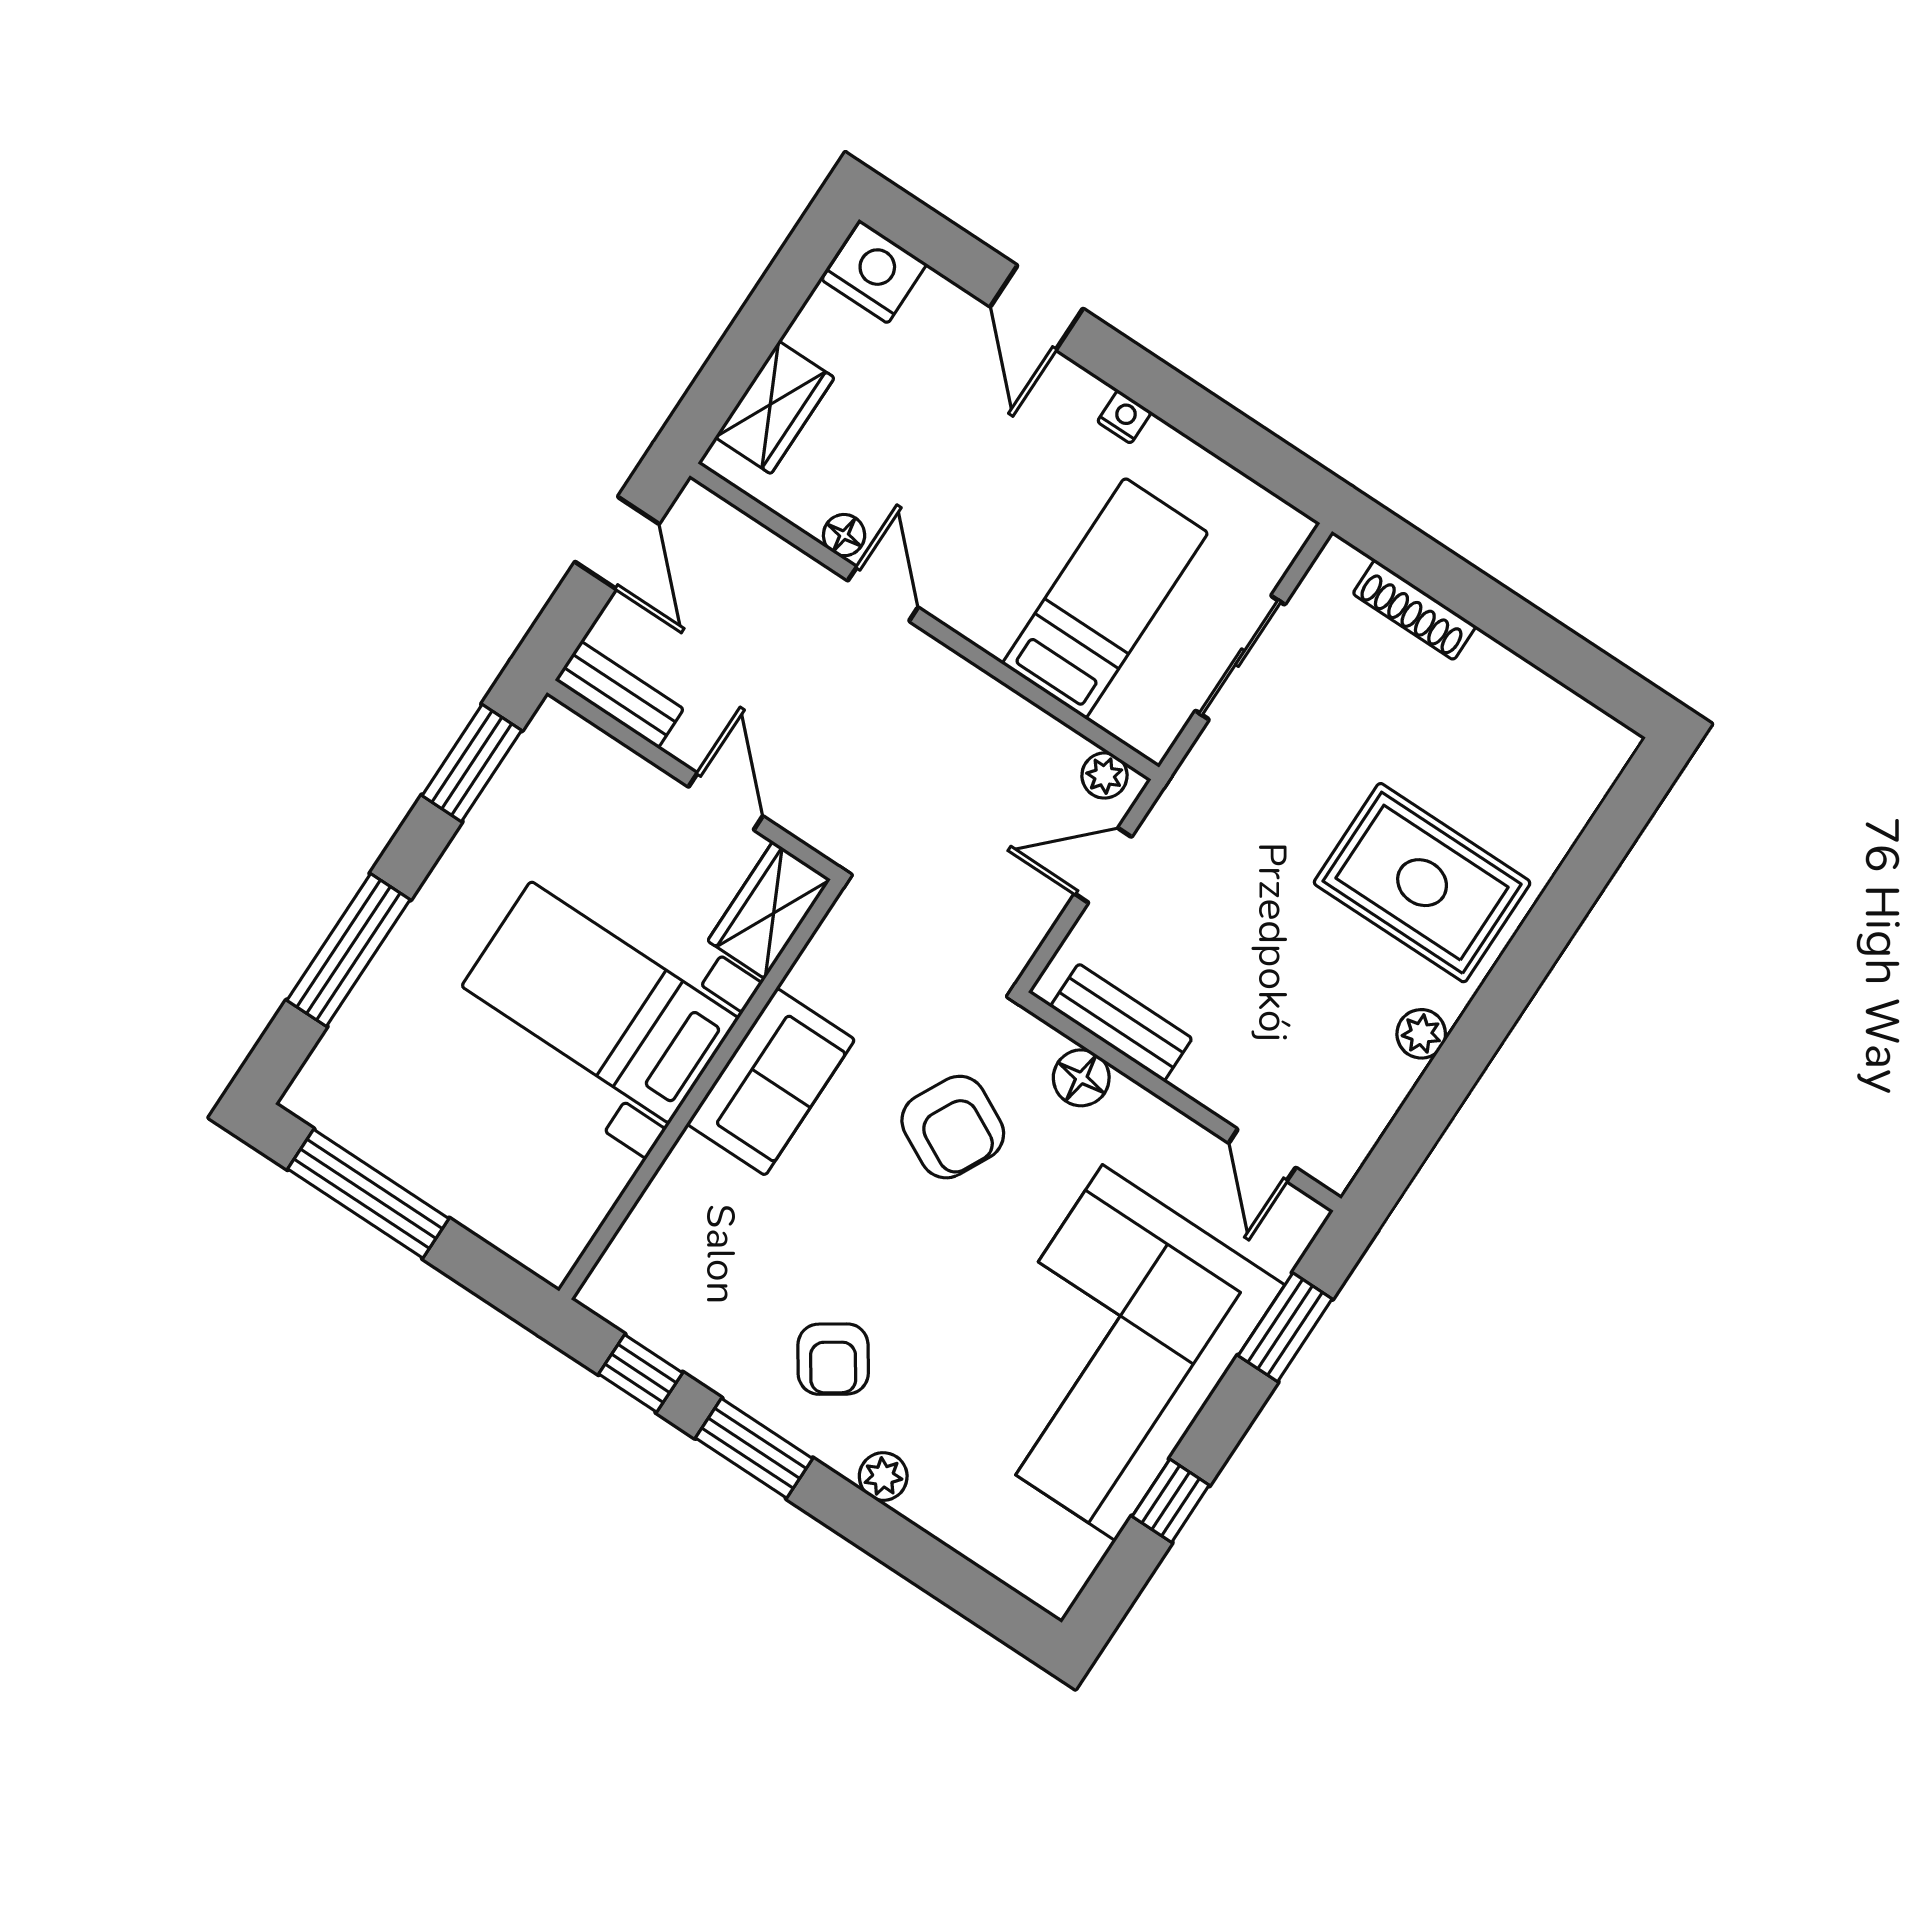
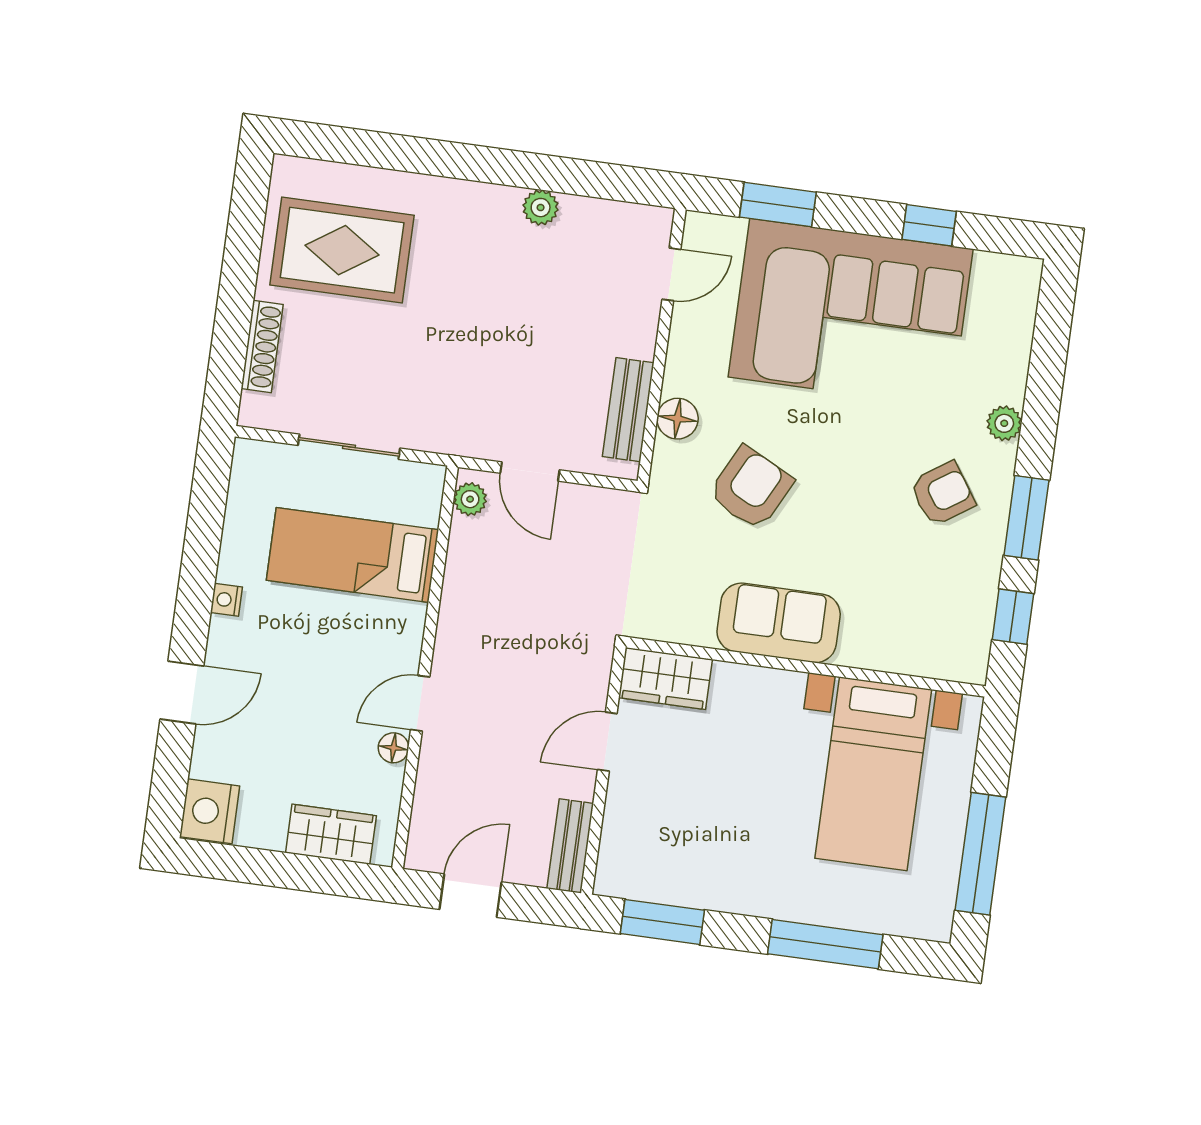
rug: (1422, 883) -> (342, 250), moved, turned 90
bed with nightstands: (600, 1002) -> (873, 774), moved

